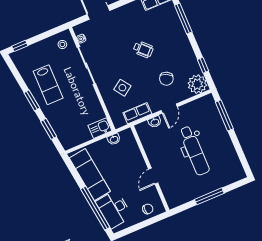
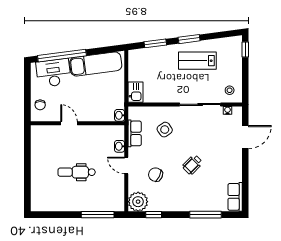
washbasin: (114, 139) -> (120, 115), moved
dental chair: (194, 151) -> (77, 172), width x0.73, depth x0.72
window: (209, 196) -> (27, 168), removed

